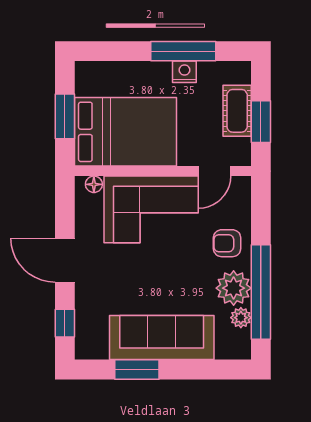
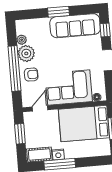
cot: (237, 111) -> (39, 155), moved, turned 90
window: (261, 292) -> (14, 69), moved
sofa: (162, 338) -> (75, 26), moved
window: (137, 369) -> (59, 12), moved

